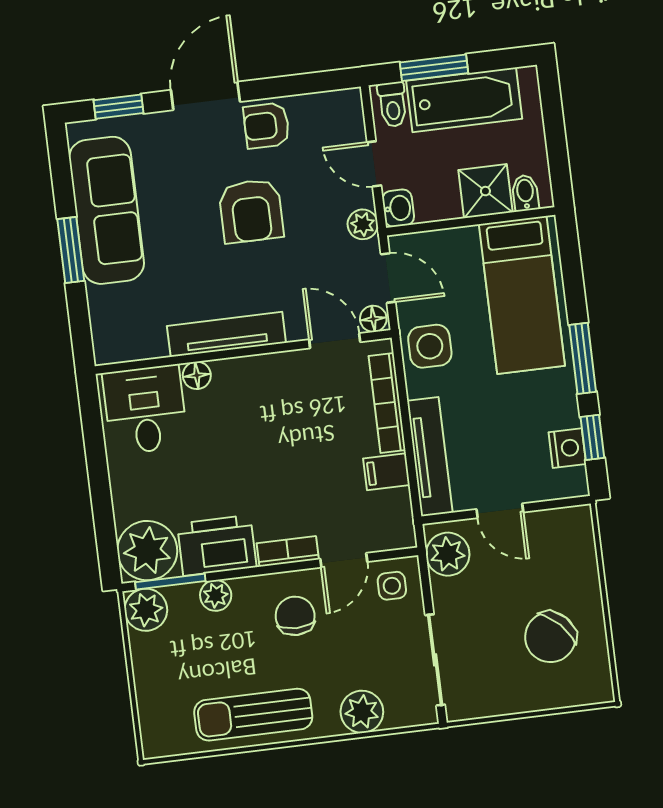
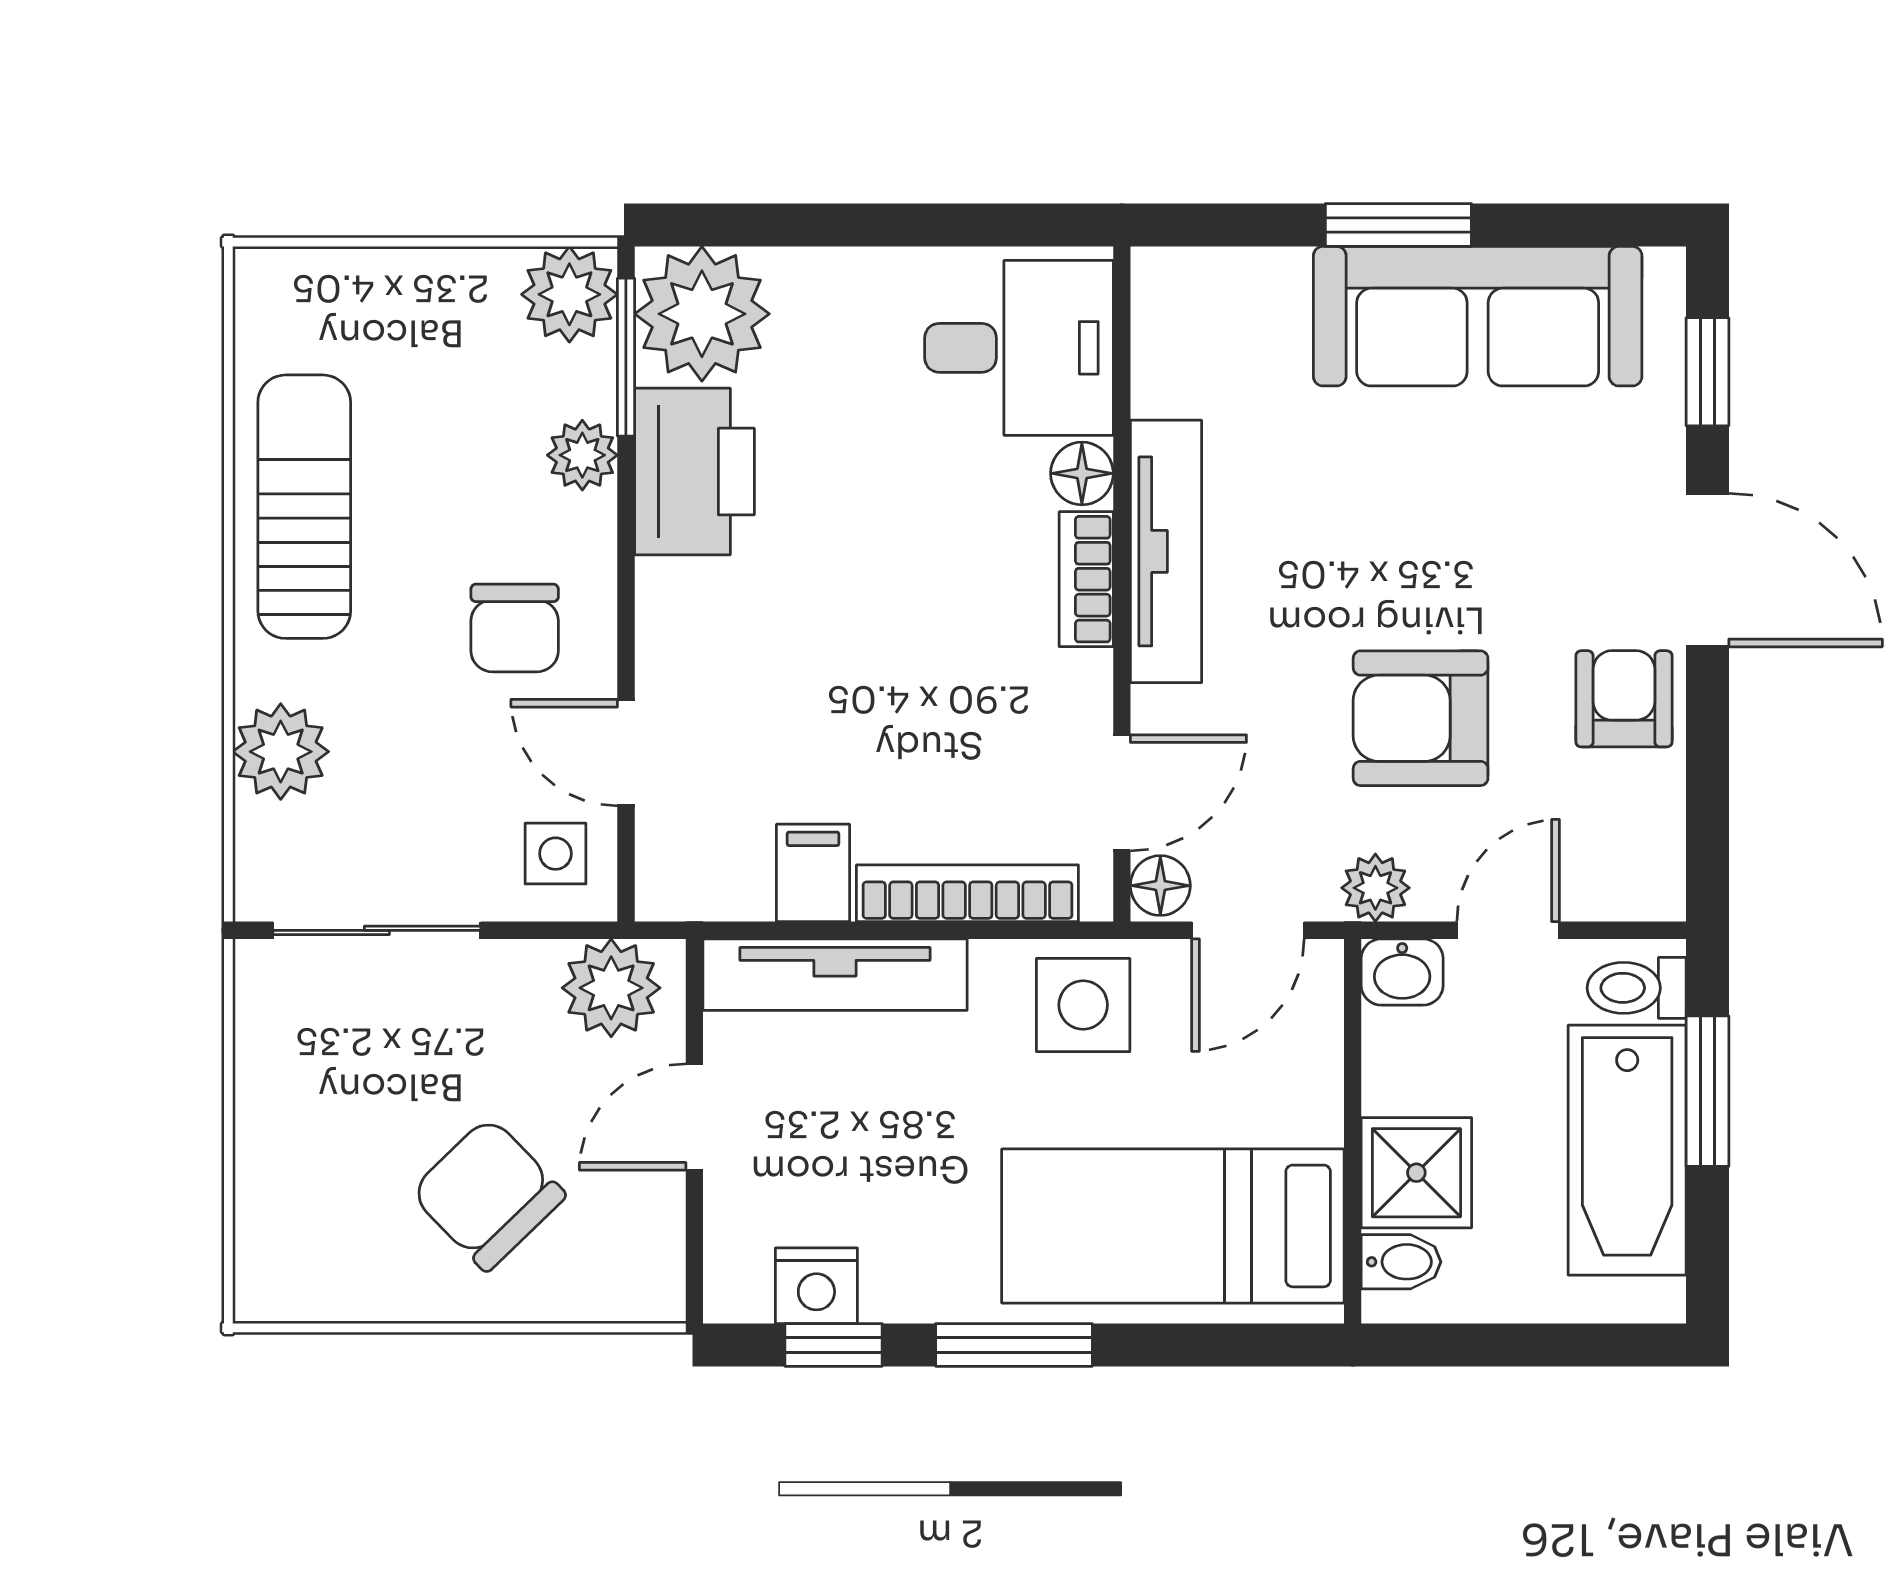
armchair: (251, 211) -> (1421, 718), moved
bookcase: (288, 551) -> (1086, 579), moved, turned 180
chair: (295, 616) -> (515, 628), turned 90
chair: (550, 637) -> (488, 1194), moved

